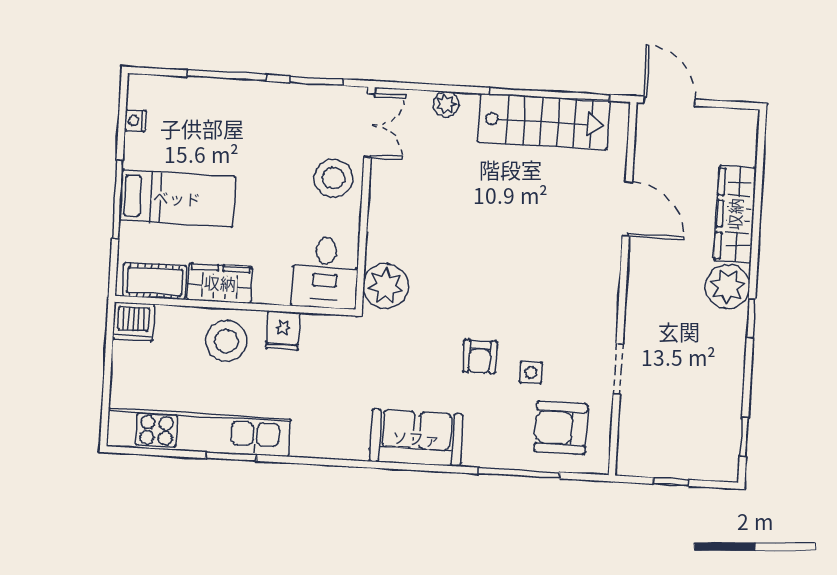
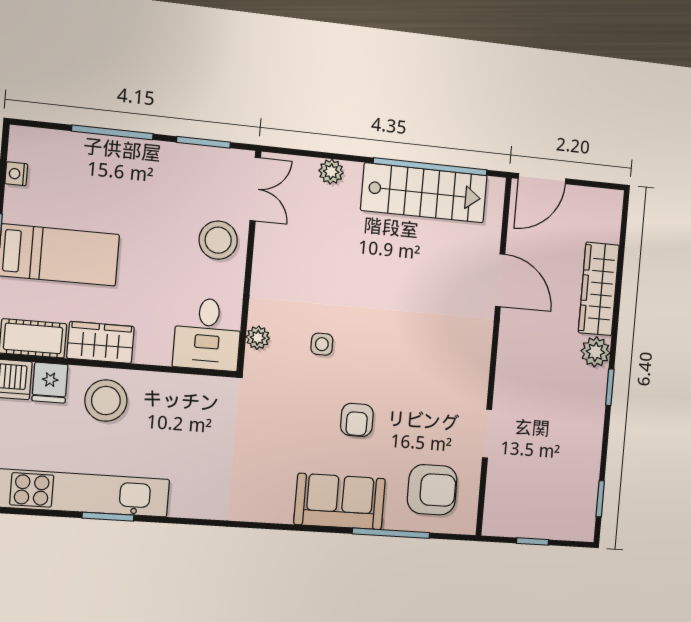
door: (669, 101) -> (542, 179), swing flipped
plant: (386, 286) -> (258, 338), width x0.53, depth x0.53
plant: (728, 286) -> (595, 352), width x0.73, depth x0.73
fridge: (283, 331) -> (50, 383), moved
side table: (531, 373) -> (322, 344), moved
armchair: (561, 428) -> (432, 490), turned 180
sofa: (416, 438) -> (340, 502), moved

